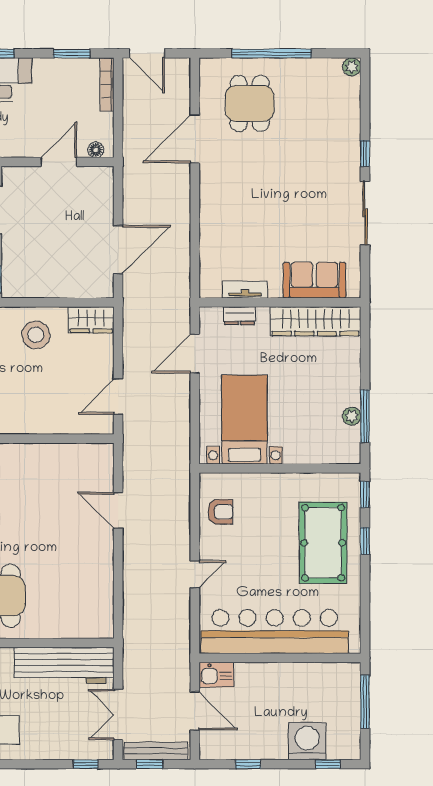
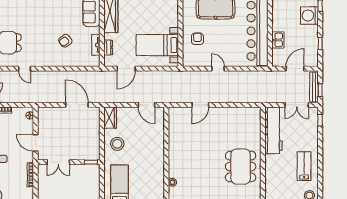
door: (195, 139) -> (25, 69), width x0.53
door: (59, 162) -> (36, 143), moved
armchair: (254, 225) -> (65, 41), added
door: (195, 354) -> (126, 69), hinge flipped
armchair: (220, 512) -> (197, 39), moved
door: (195, 574) -> (218, 69), moved
kitchen sink: (216, 675) -> (278, 40), moved

